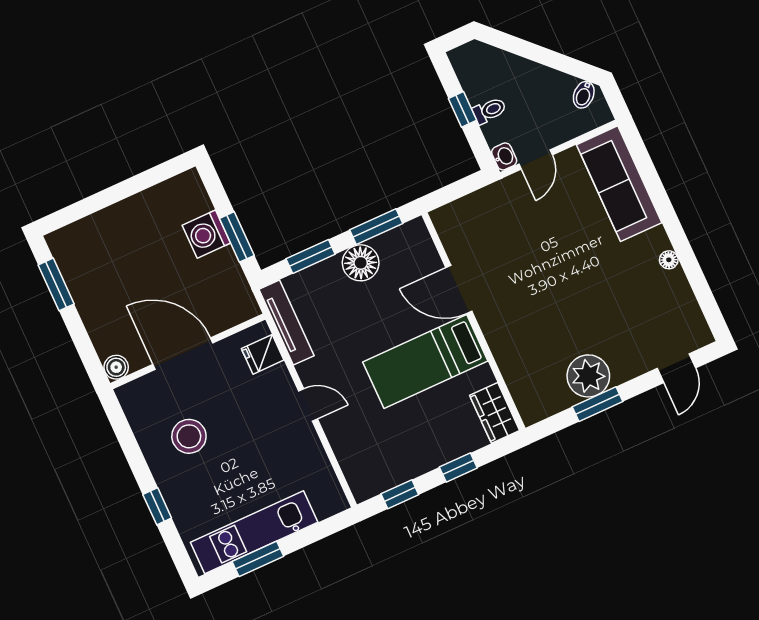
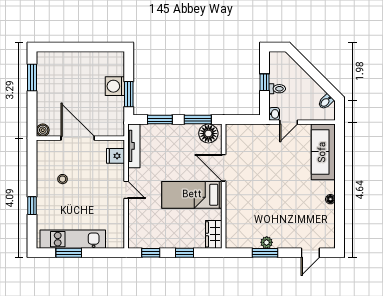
floor lamp: (361, 263) -> (208, 134), moved
plant: (588, 376) -> (267, 242), width x0.53, depth x0.53
stool: (189, 436) -> (62, 179), width x0.53, depth x0.53

